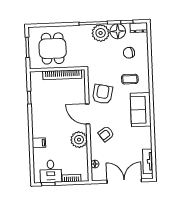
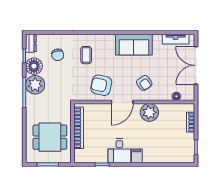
sofa: (141, 110) -> (134, 45), moved
filing cabinet: (39, 143) -> (137, 156), moved
desk: (51, 171) -> (119, 151), moved, turned 90

